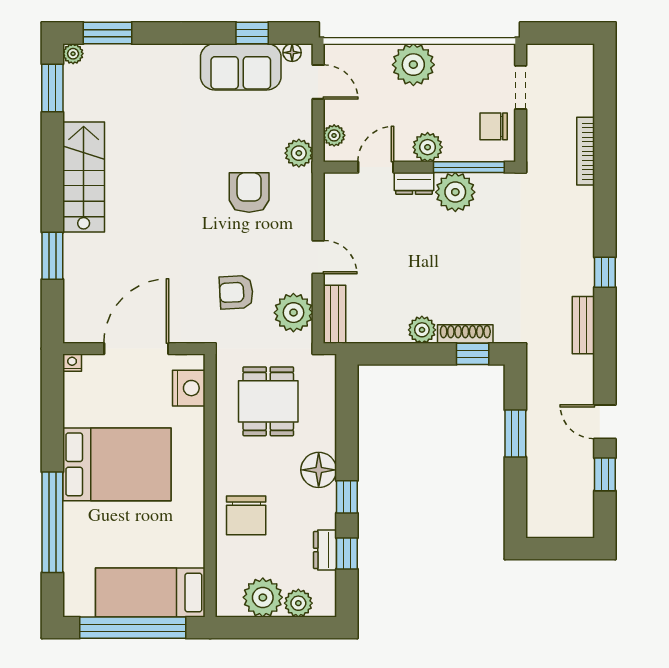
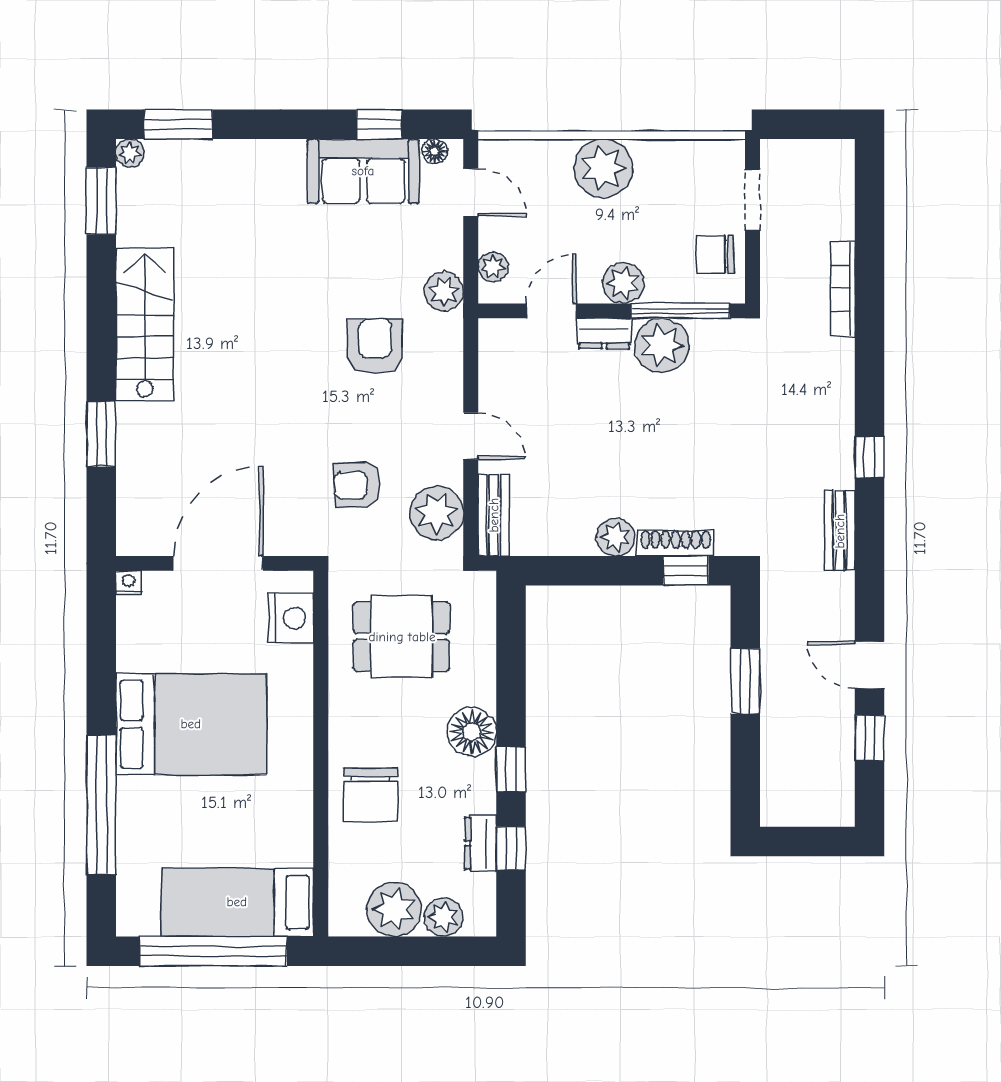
dining table: (268, 401) -> (402, 637), turned 90

